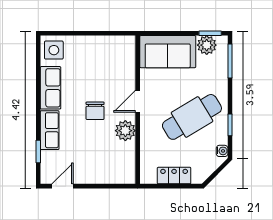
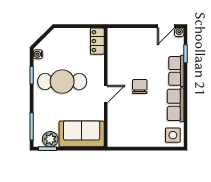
cafe table: (192, 117) -> (62, 82), turned 31
plant: (125, 131) -> (116, 71), removed
locker: (174, 176) -> (97, 41), moved, turned 90
water cooler: (46, 178) -> (179, 32), added

